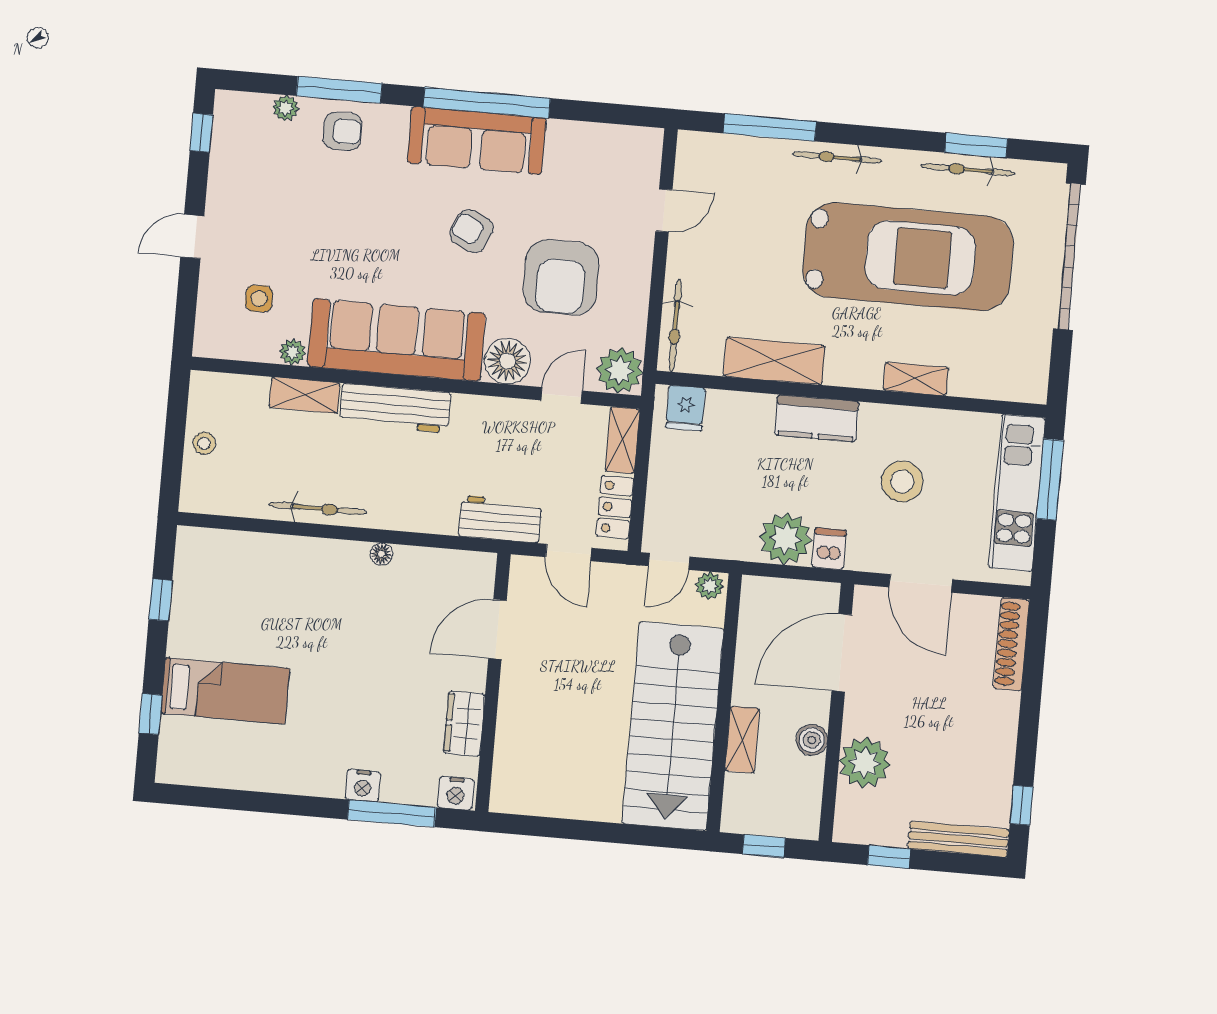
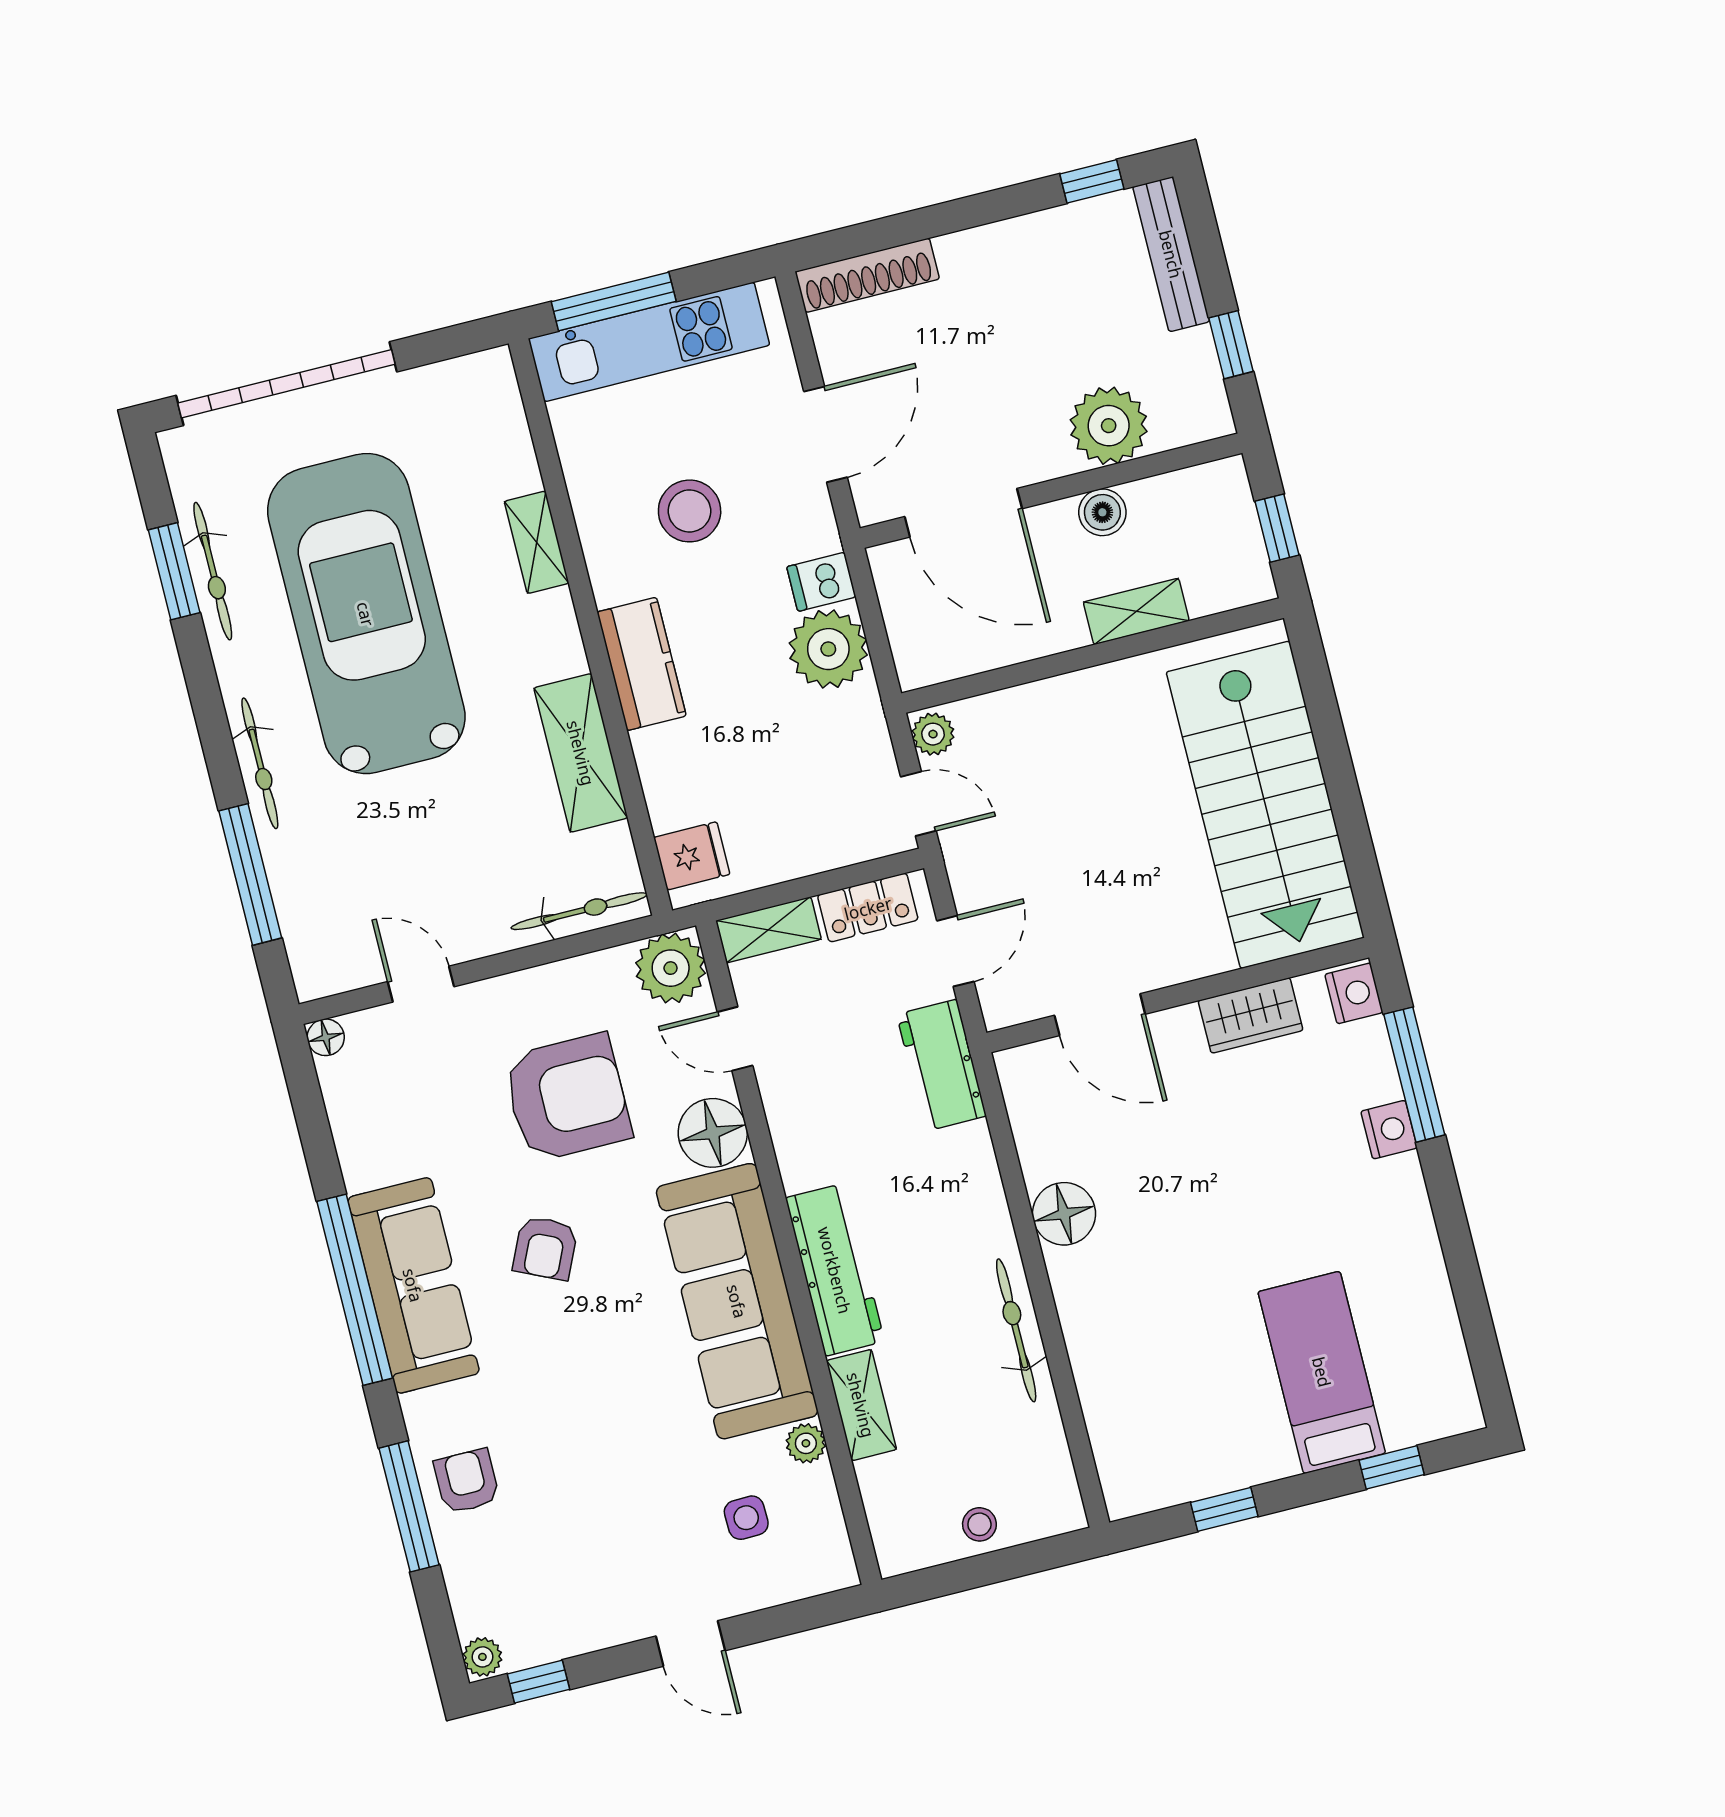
plant: (286, 108) -> (482, 1657), moved
floor lamp: (651, 139) -> (326, 1037), added
floor lamp: (381, 554) -> (1064, 1214), width x1.89, depth x1.89
stairs: (673, 726) -> (1265, 805), moved, turned 90

